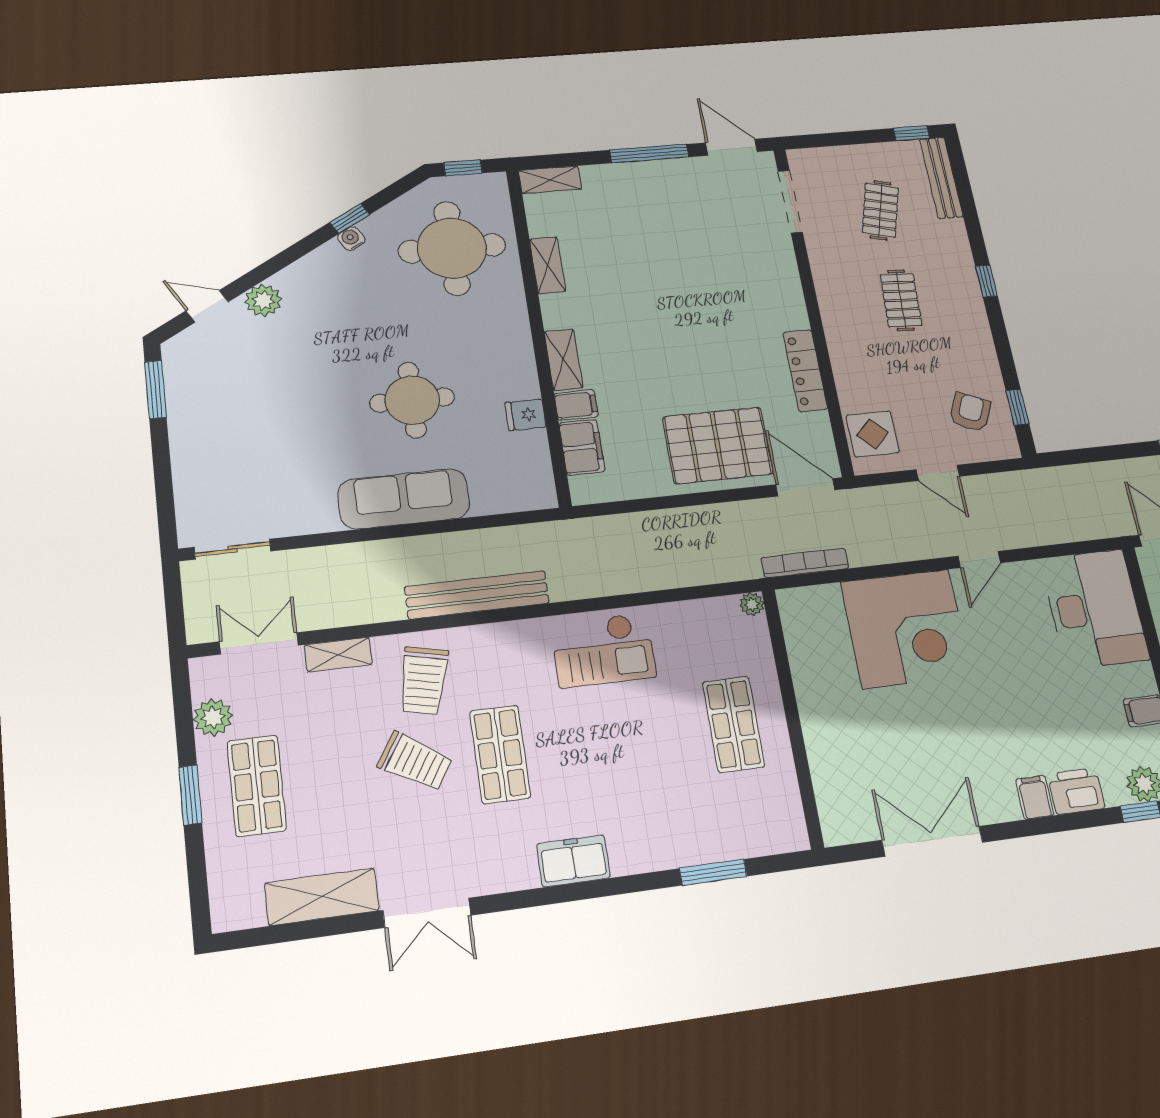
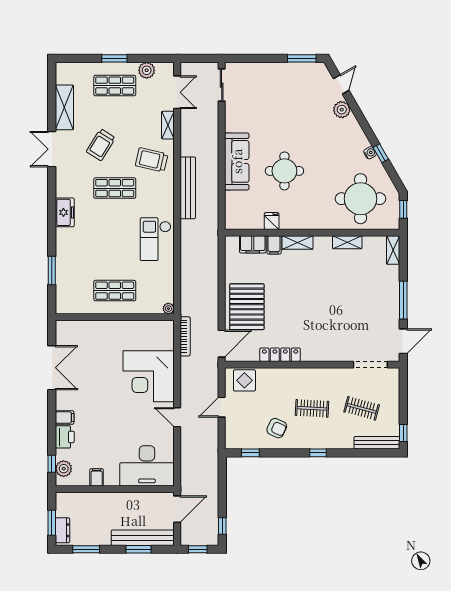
armchair: (970, 412) -> (277, 428), moved
trolley: (415, 761) -> (101, 145), moved

